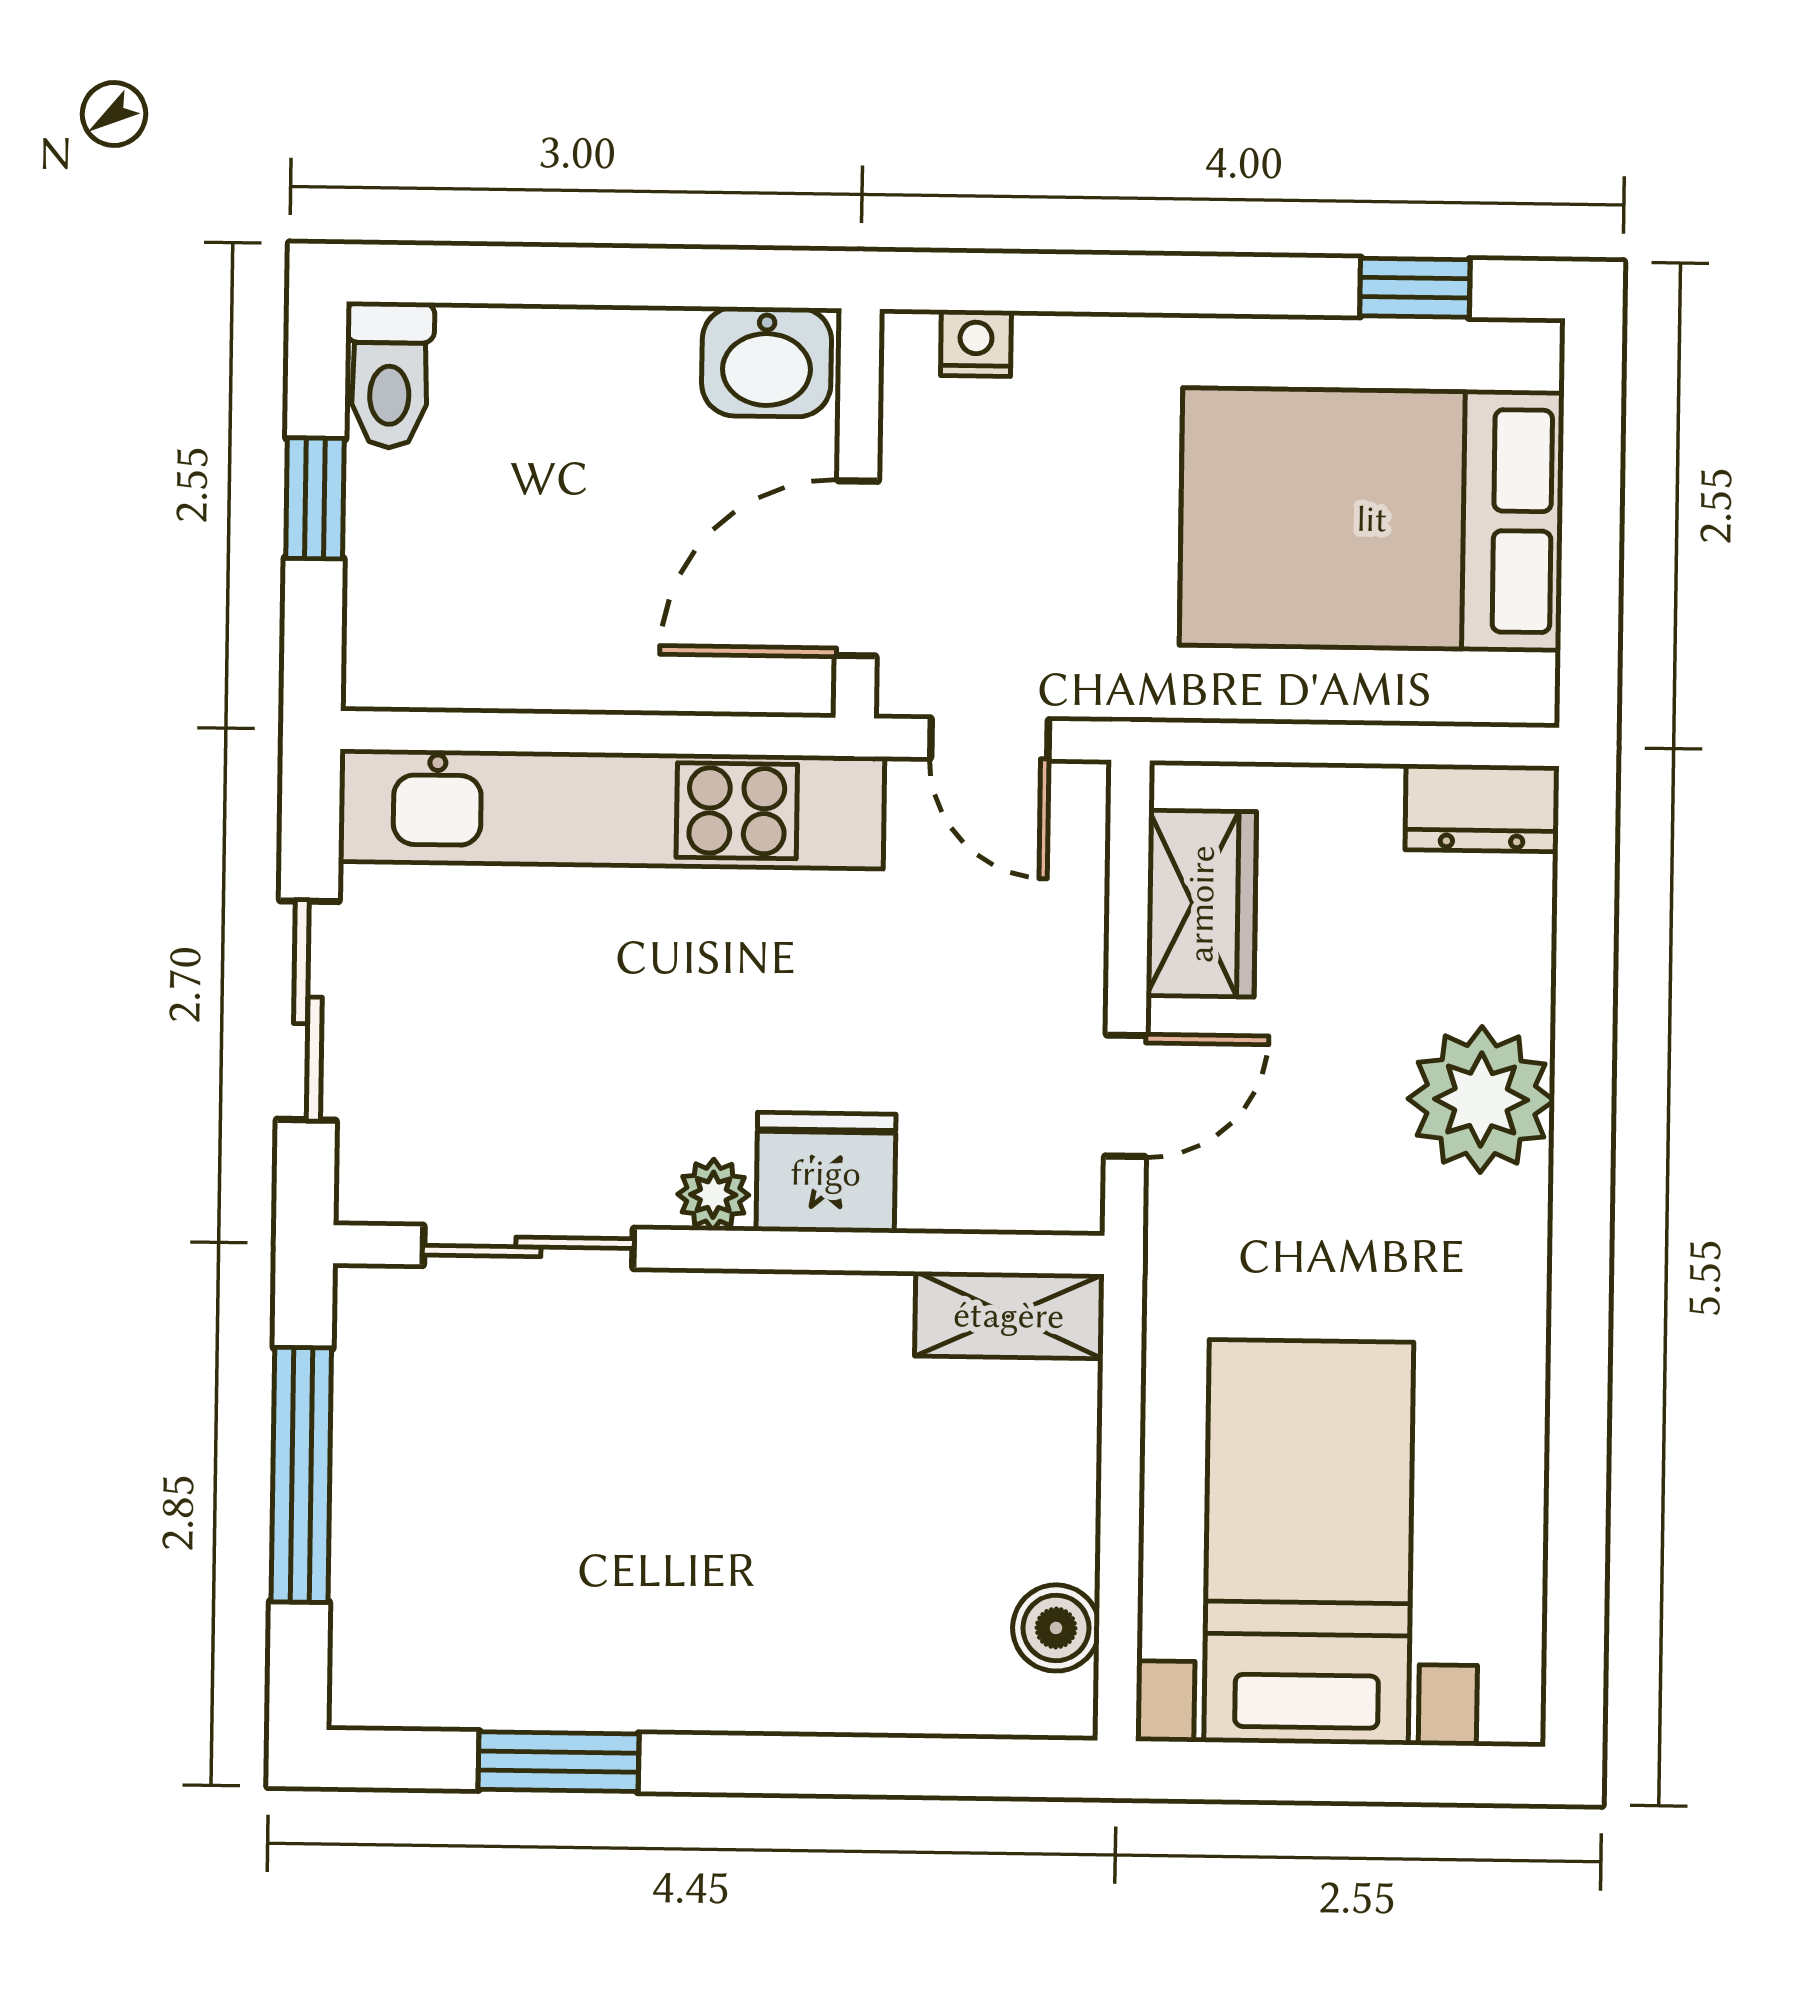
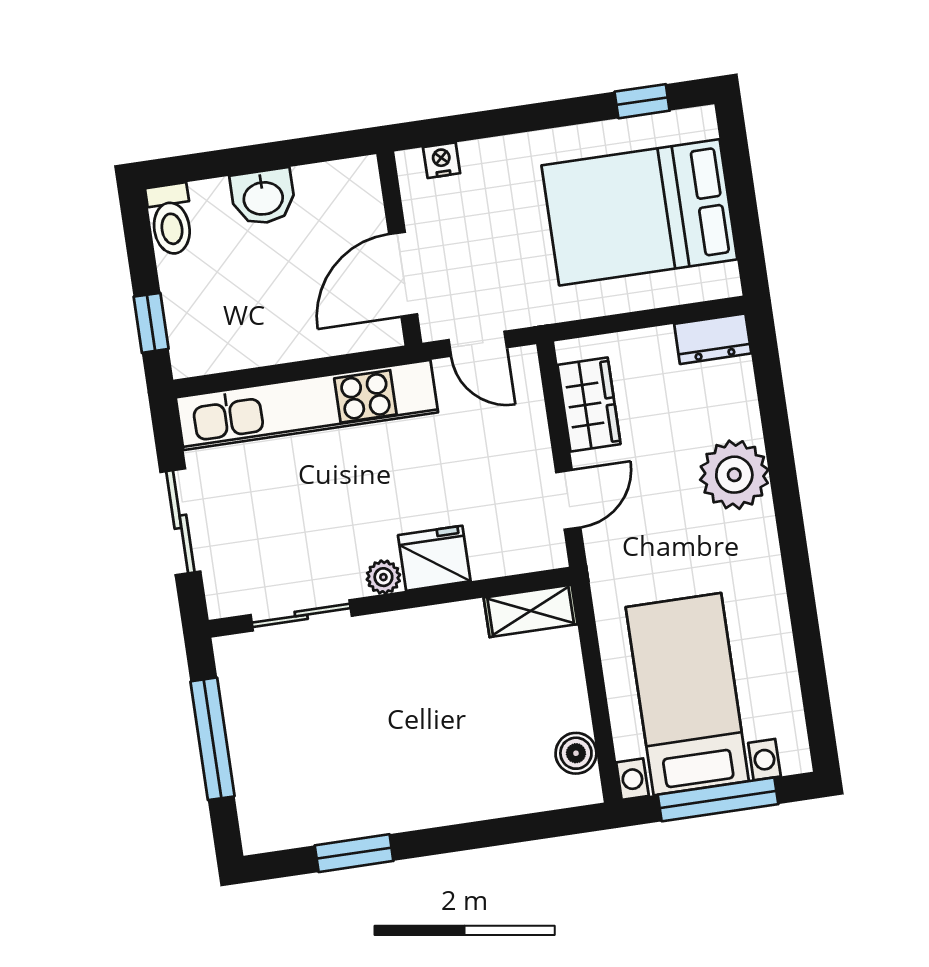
washbasin: (767, 362) -> (263, 197), moved
window: (315, 498) -> (151, 323), moved
window: (1337, 1773) -> (718, 799), added

